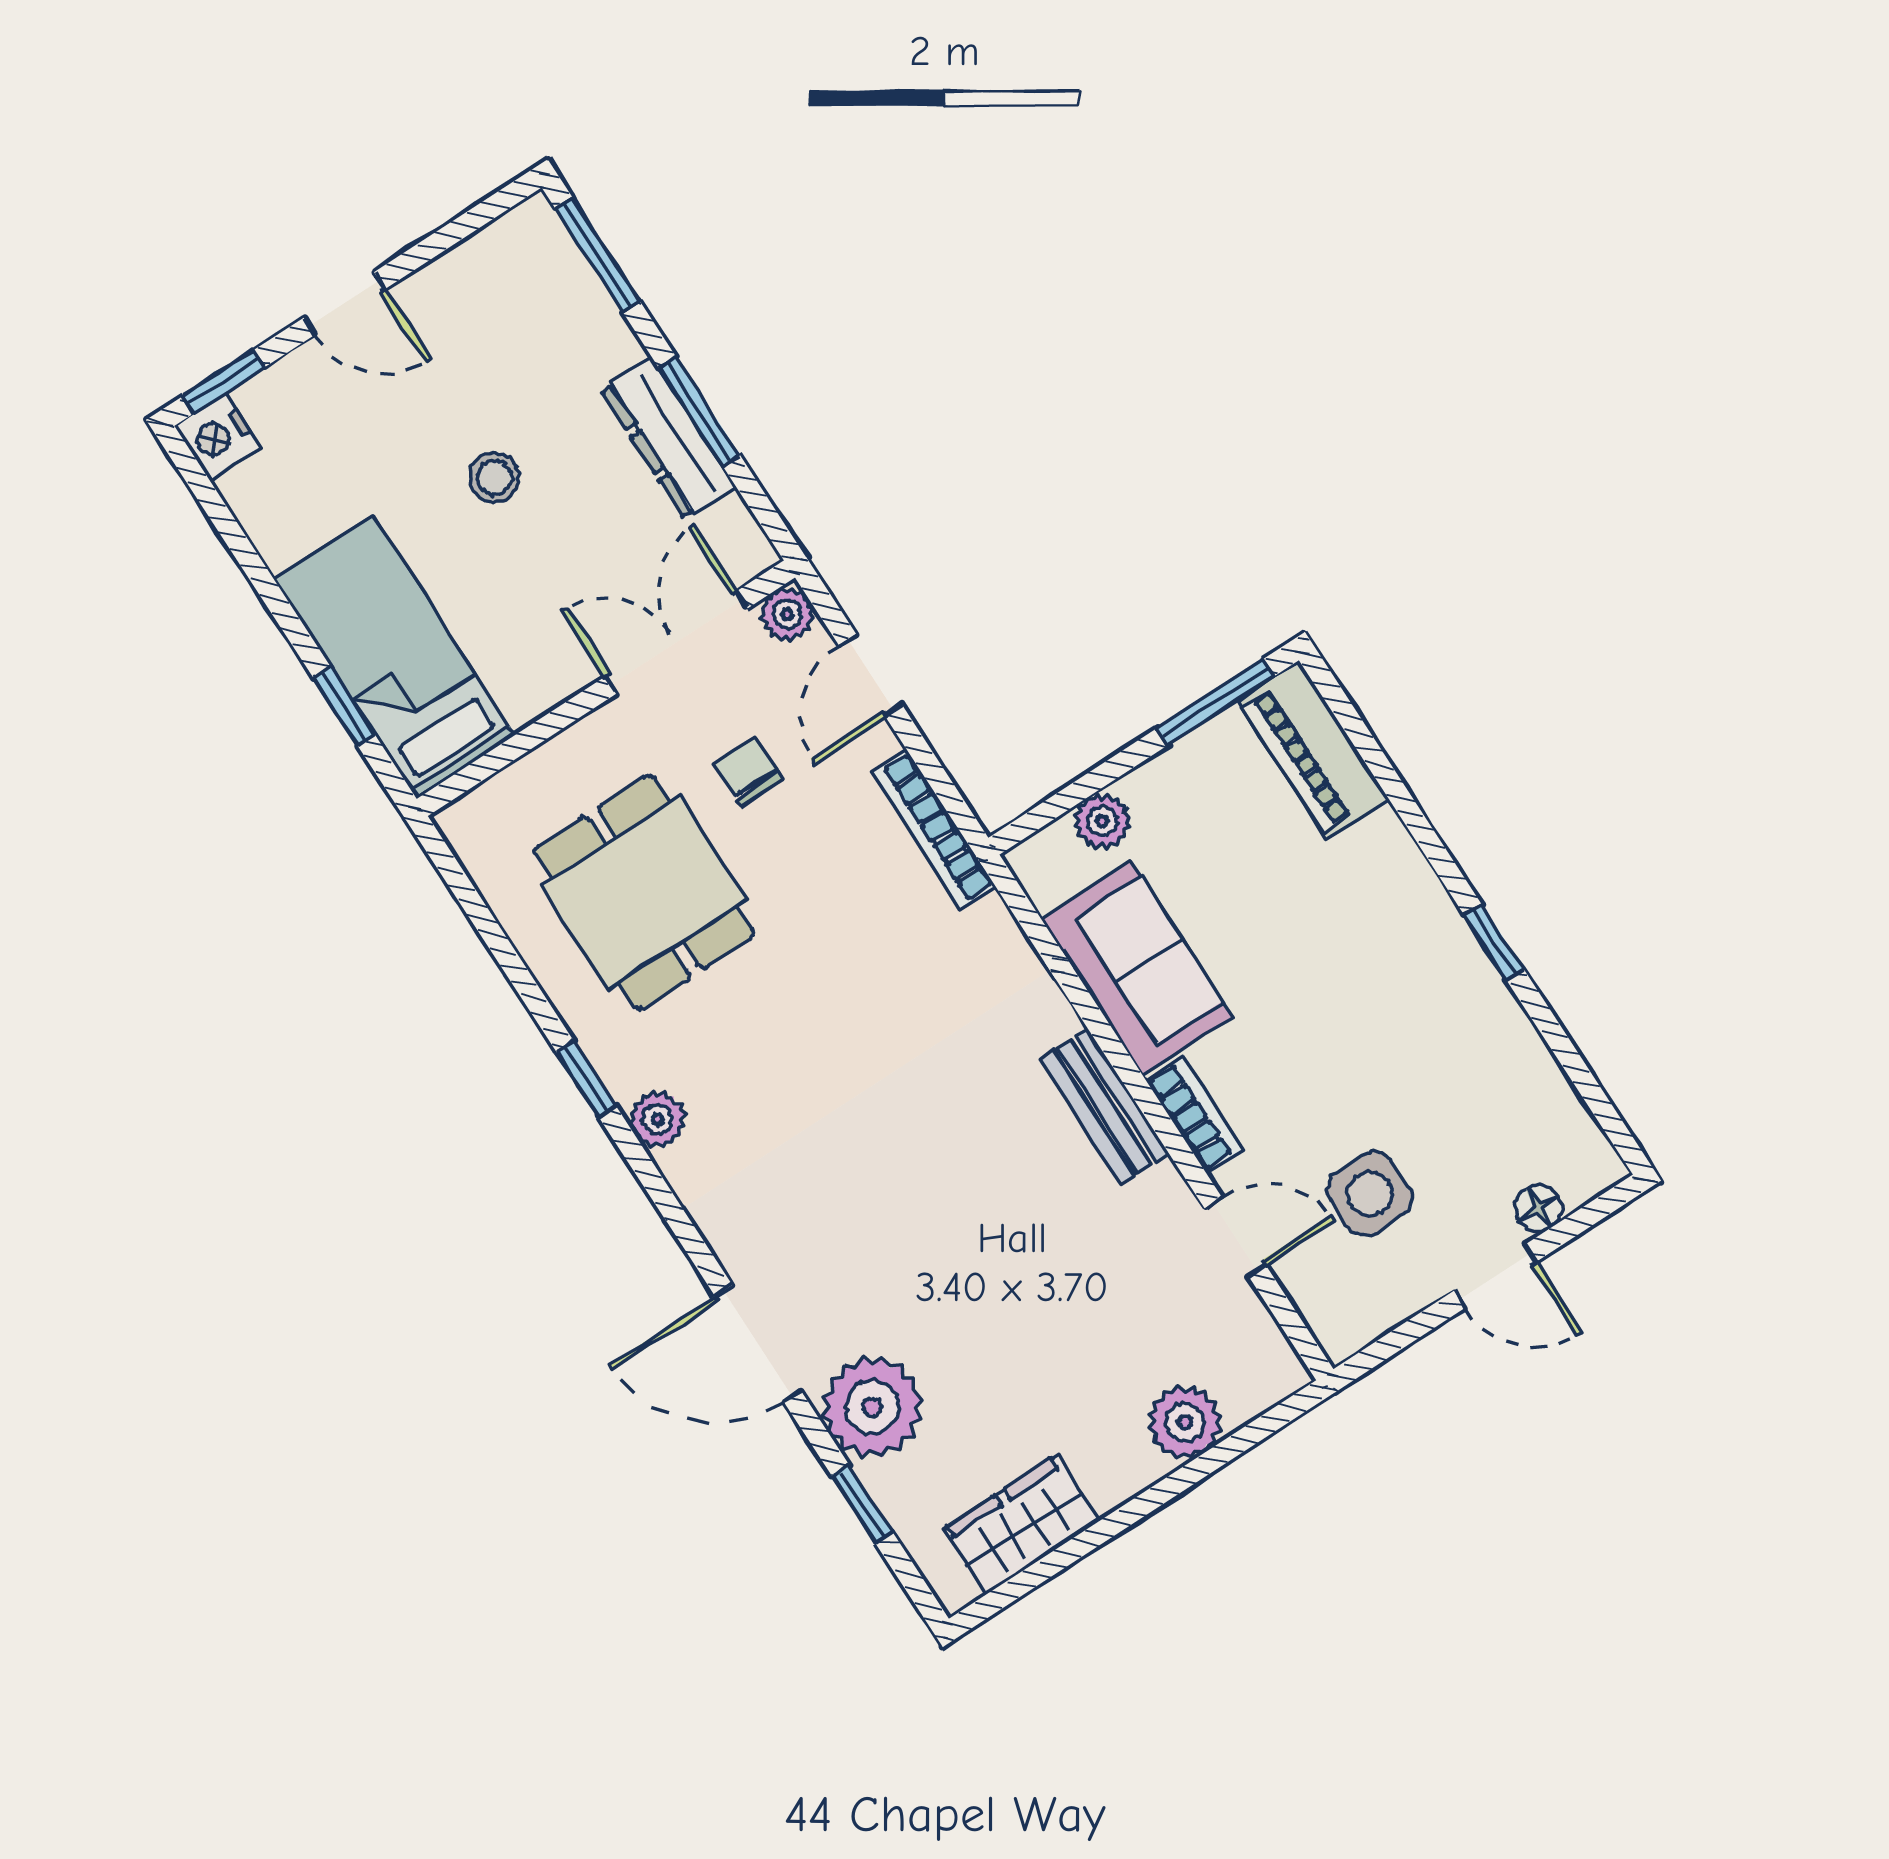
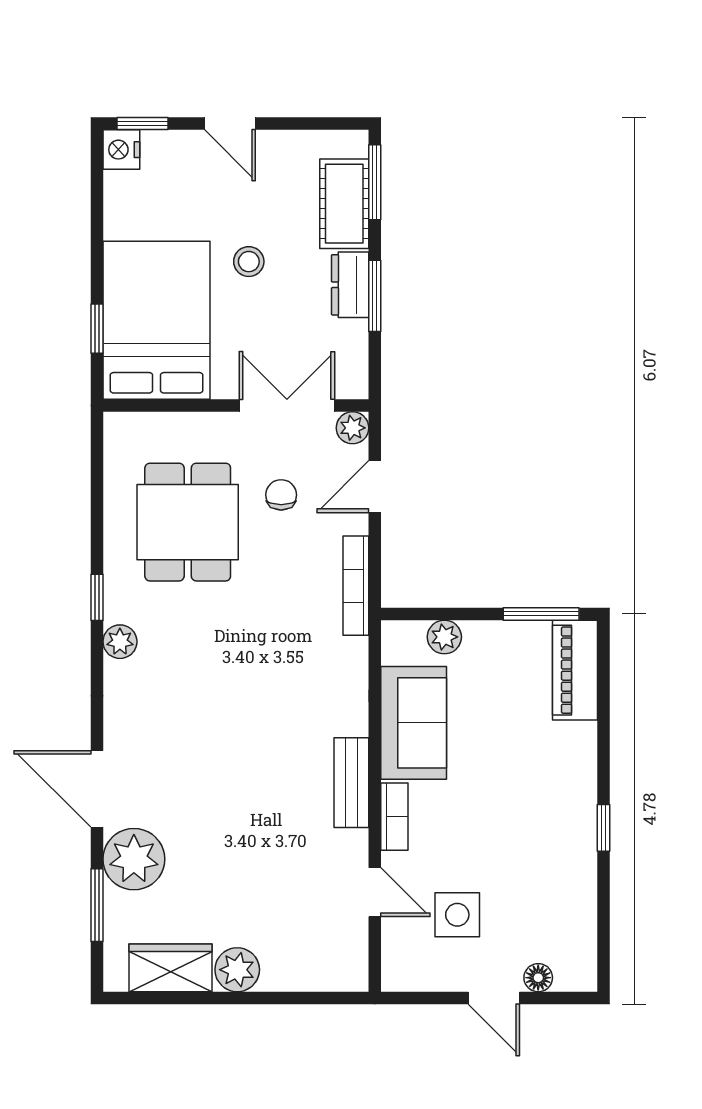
cot: (574, 312) -> (344, 204), added
dresser: (668, 438) -> (350, 285), width x0.70
bed: (395, 657) -> (157, 320), width x1.50
plant: (1185, 1422) -> (237, 970), moved
window: (863, 1504) -> (97, 905), width x1.50

